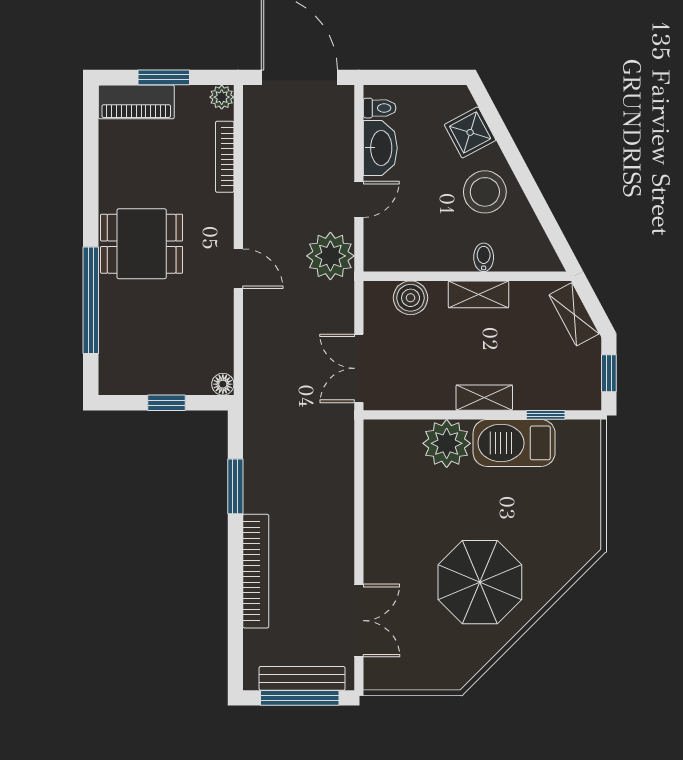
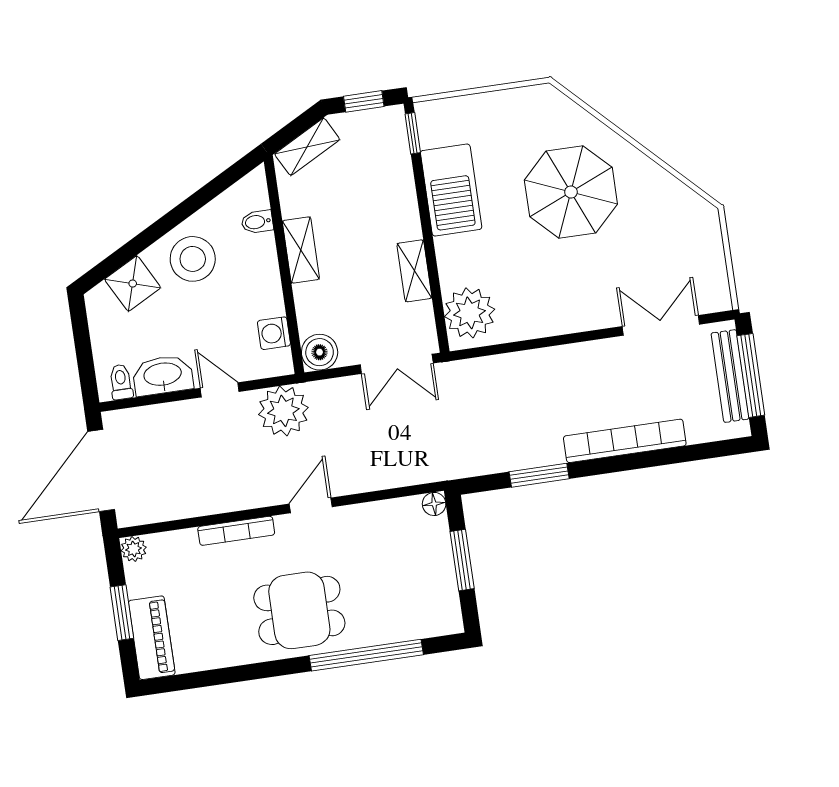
bookcase: (225, 157) -> (236, 531), moved
dining table: (142, 244) -> (299, 610), turned 90
bidet: (484, 257) -> (257, 222), moved
washing machine: (404, 258) -> (274, 333), added
boiler: (411, 298) -> (320, 352), moved
shelving: (484, 398) -> (414, 271), moved
window: (167, 403) -> (462, 560), width x1.50
window: (546, 415) -> (413, 133), moved
plant: (447, 443) -> (470, 313), moved
parasol: (480, 582) -> (571, 192), moved

